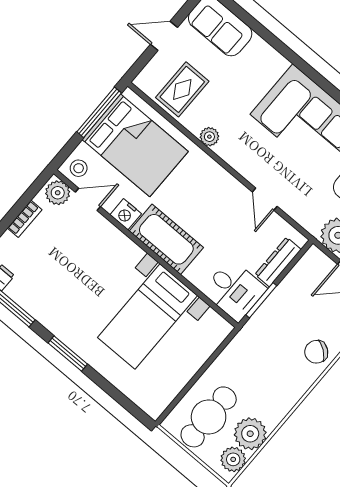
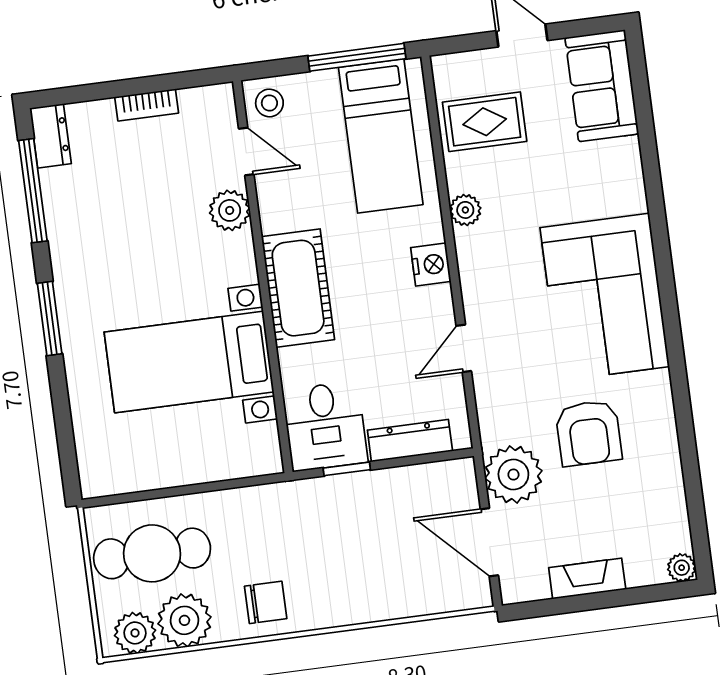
bed: (135, 145) -> (381, 136), width x0.67
plant: (58, 193) -> (230, 210), moved
nightstand: (126, 214) -> (431, 264), moved, turned 180
window: (261, 300) -> (347, 469), width x0.67
chair: (316, 352) -> (266, 602), moved, turned 143

